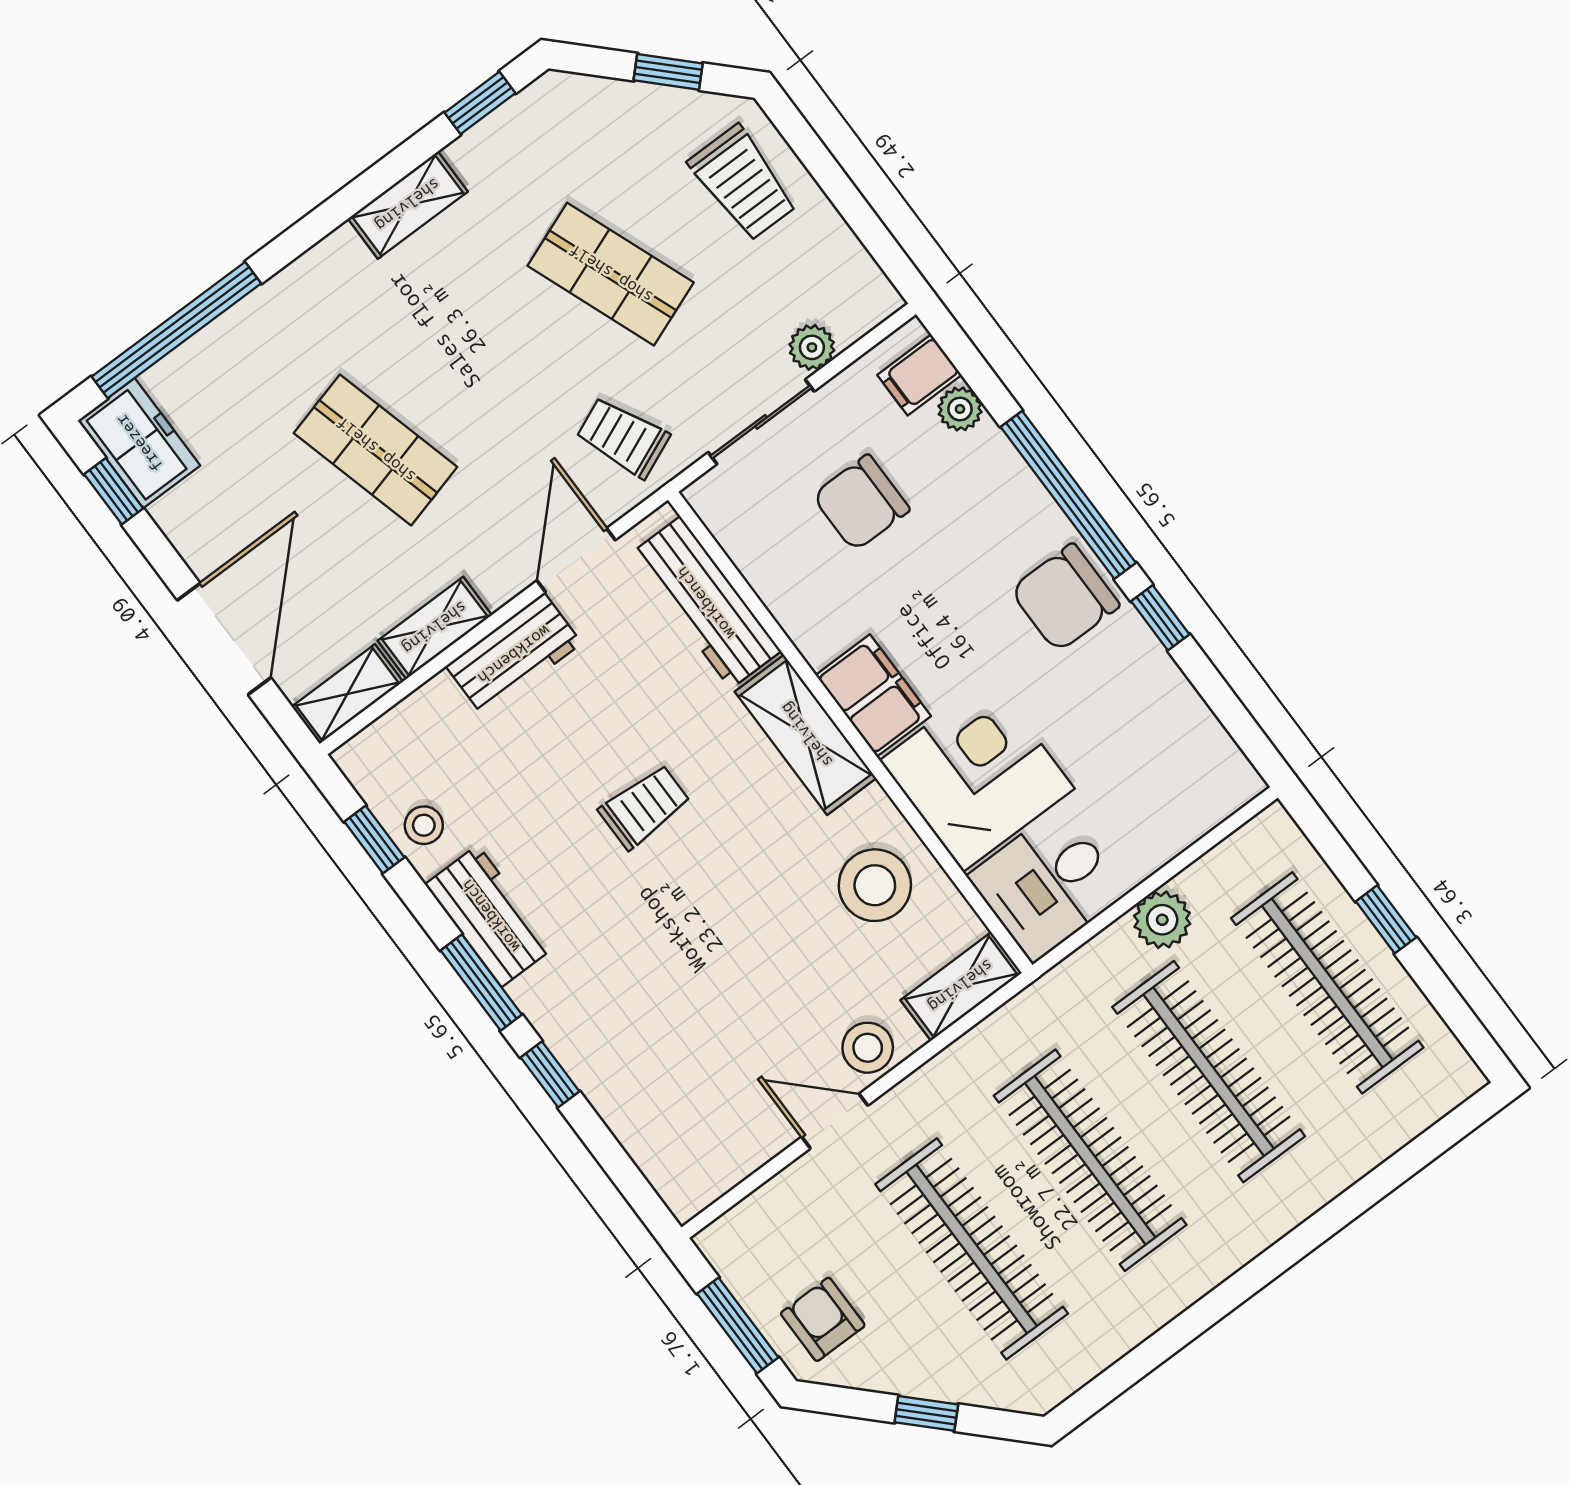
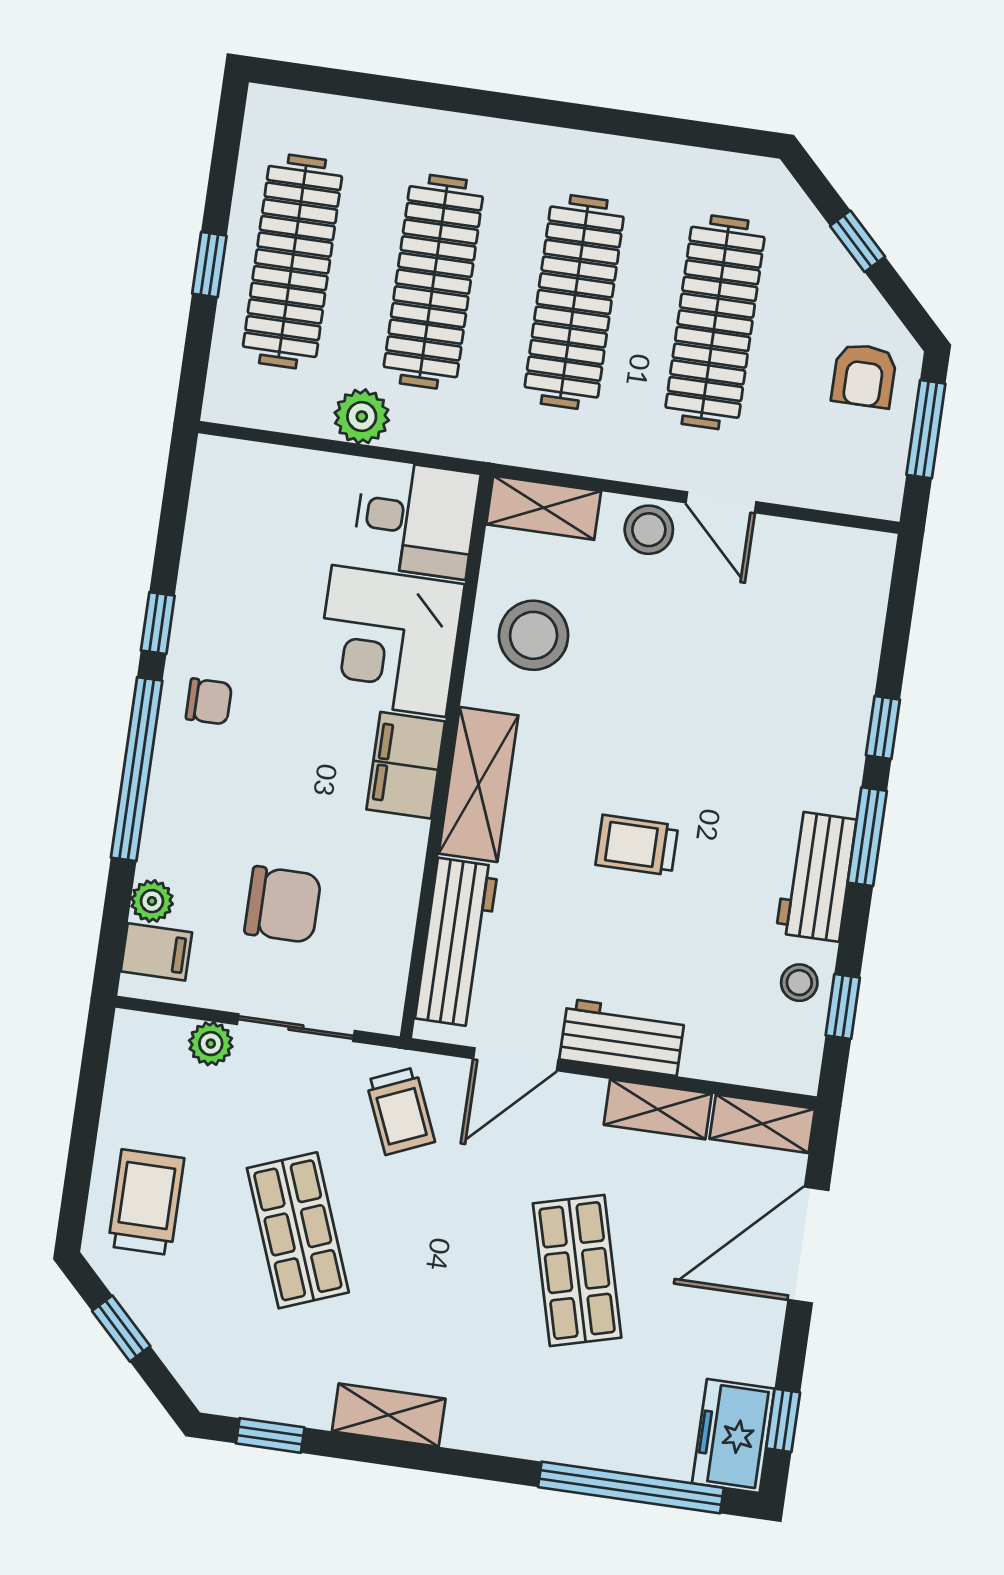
chair: (1065, 598) -> (209, 701), width x0.54, depth x0.54

